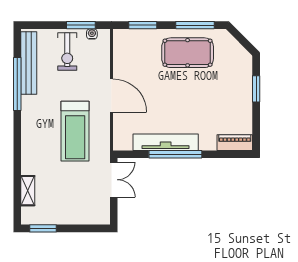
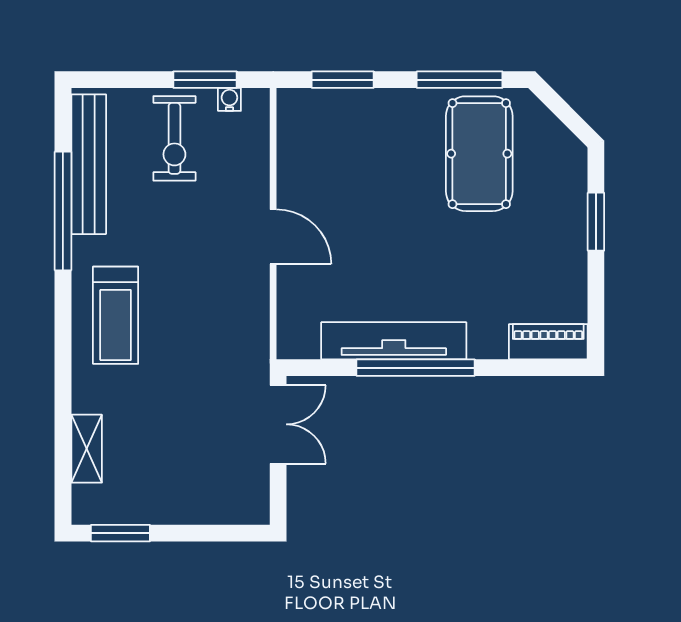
pool table: (188, 53) -> (479, 154), moved, turned 90
door: (111, 96) -> (273, 237), width x0.73
treadmill: (75, 131) -> (116, 315), moved, width x0.73, depth x0.73

